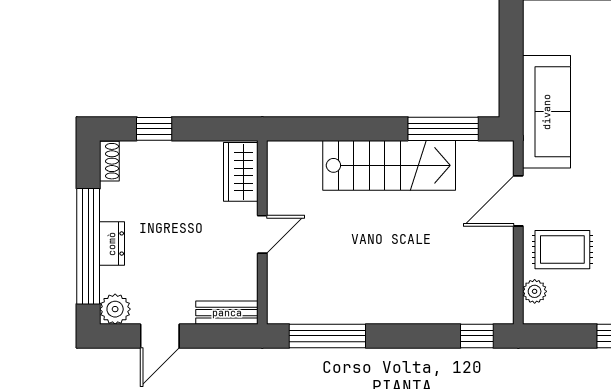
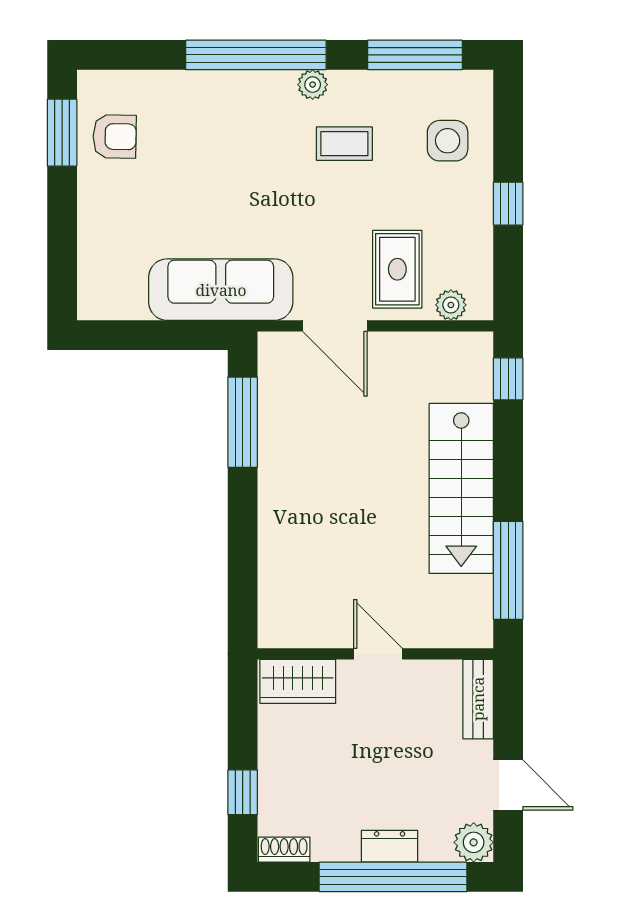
stairs: (389, 165) -> (461, 488), moved, turned 180

